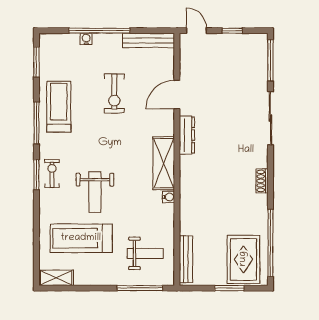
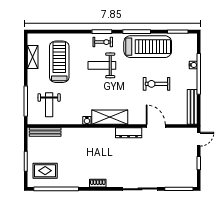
treadmill: (59, 107) -> (148, 47), width x1.37, depth x1.38
weight bench: (95, 192) -> (102, 65), moved
rug: (243, 259) -> (45, 171), width x0.73, depth x0.70
shelving: (56, 278) -> (33, 57), moved

